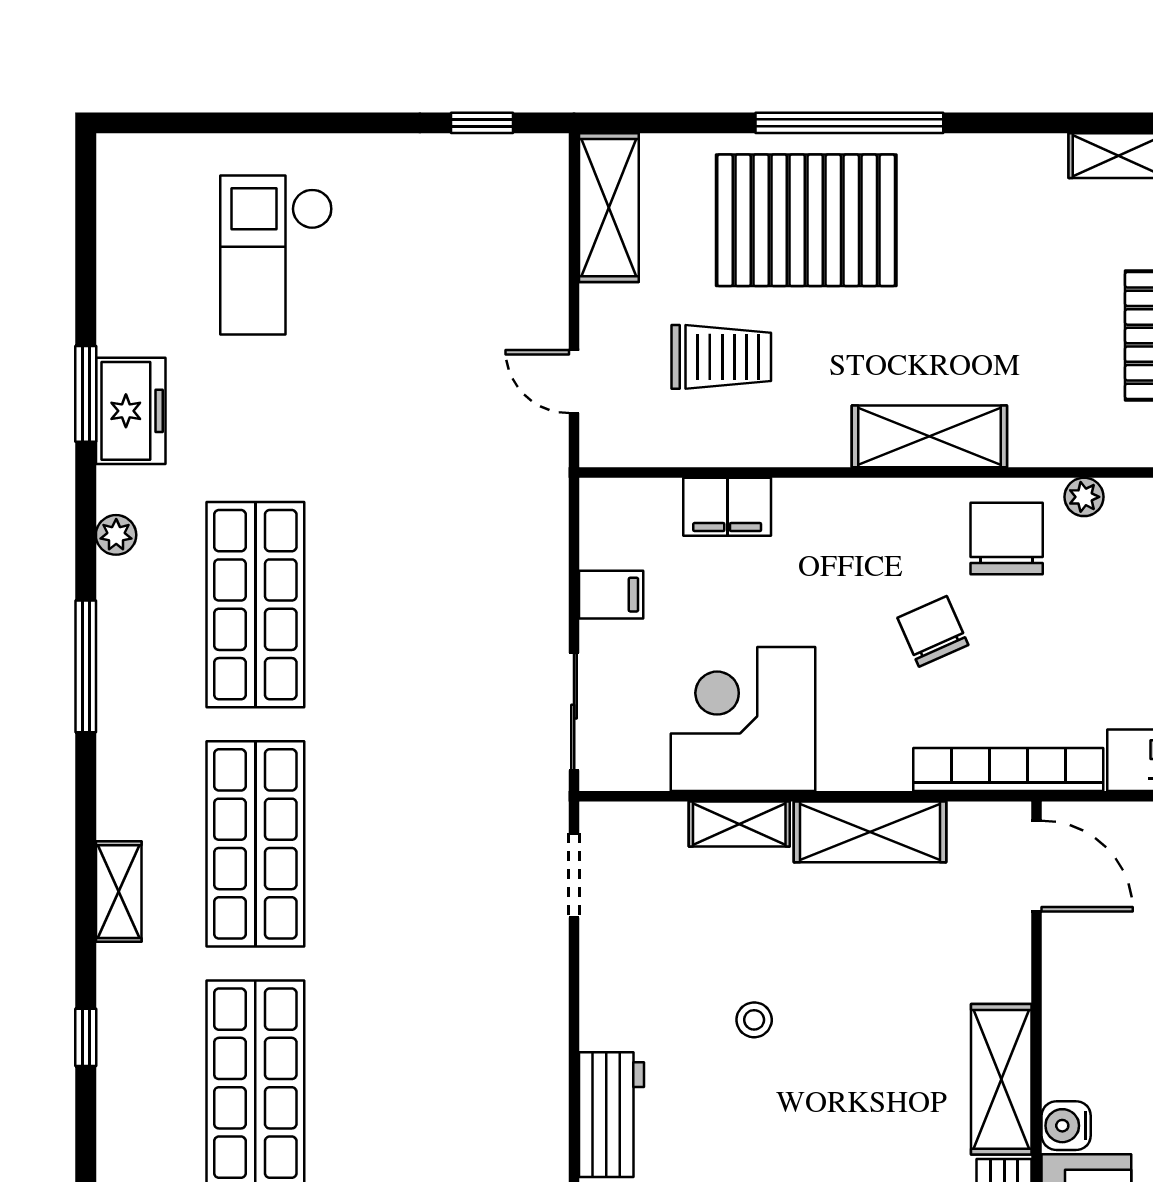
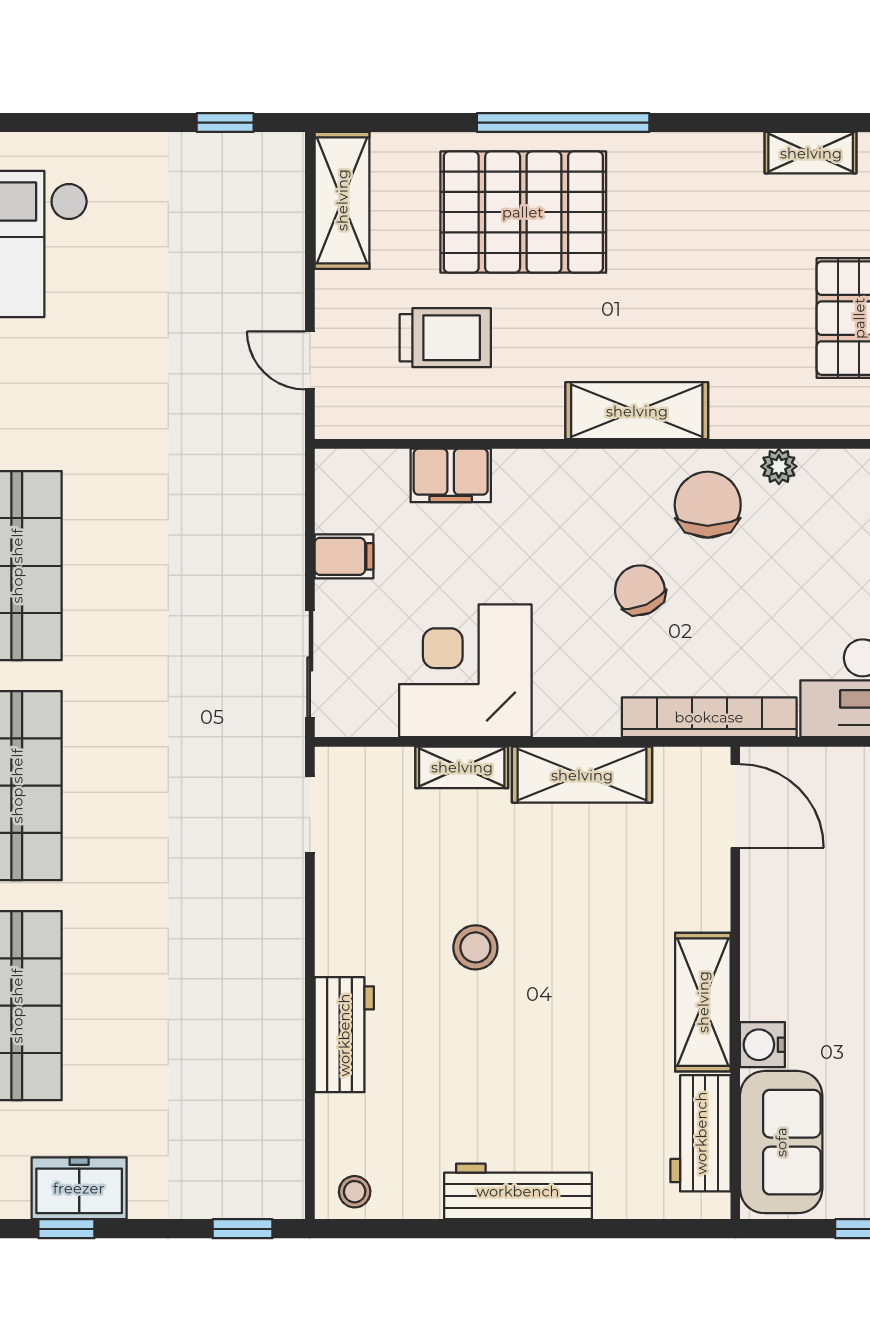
stool: (754, 1020) -> (475, 947), width x1.37, depth x1.37

